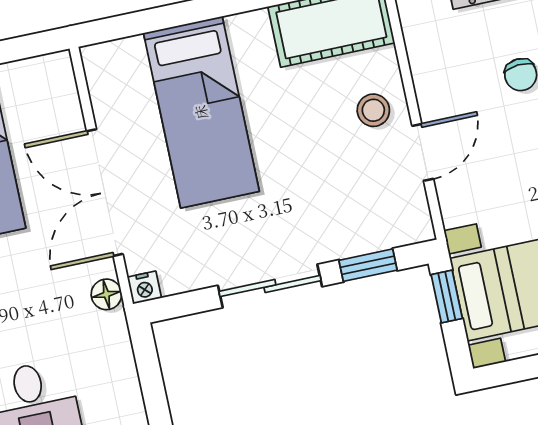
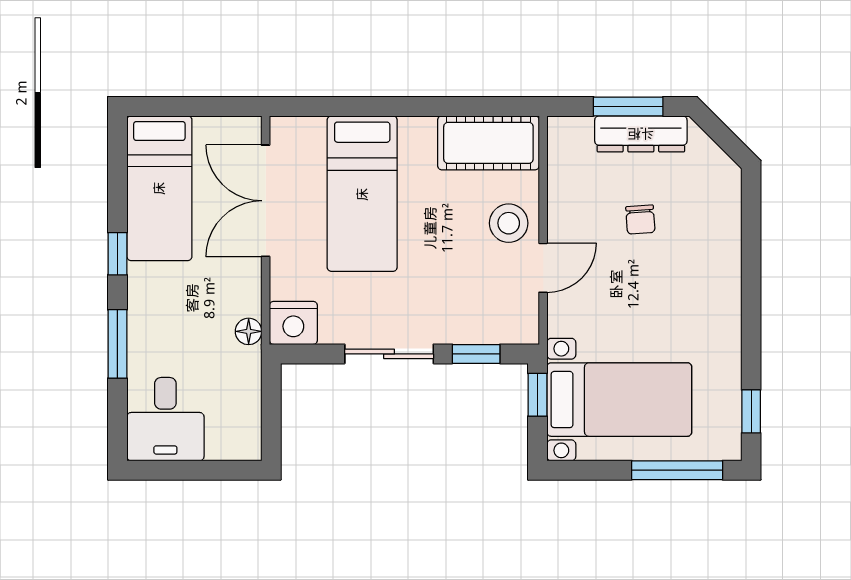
stool: (373, 110) -> (509, 223), width x1.37, depth x1.37
double door: (105, 193) -> (266, 201), moved
nightstand: (144, 288) -> (293, 323), width x1.89, depth x1.79

